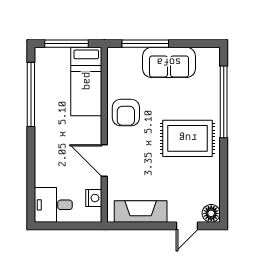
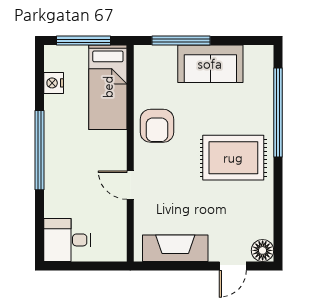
window: (31, 95) -> (39, 150), moved
door: (104, 160) -> (130, 185), width x0.73
nightstand: (94, 198) -> (54, 83), moved, turned 180

